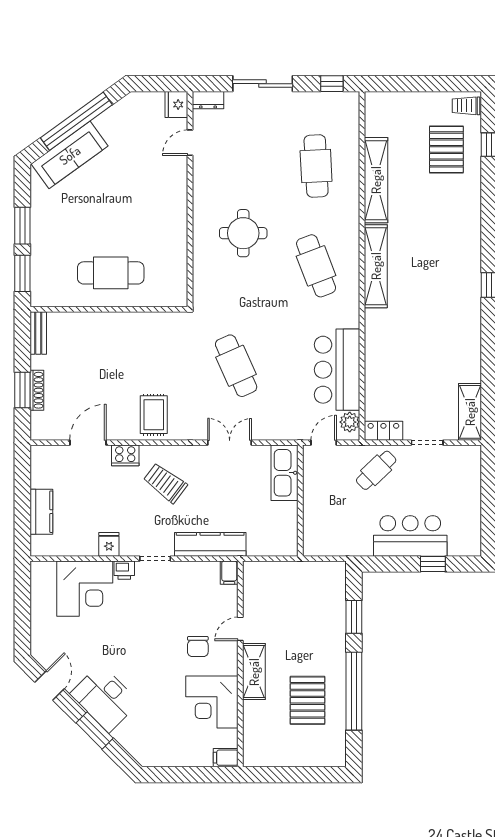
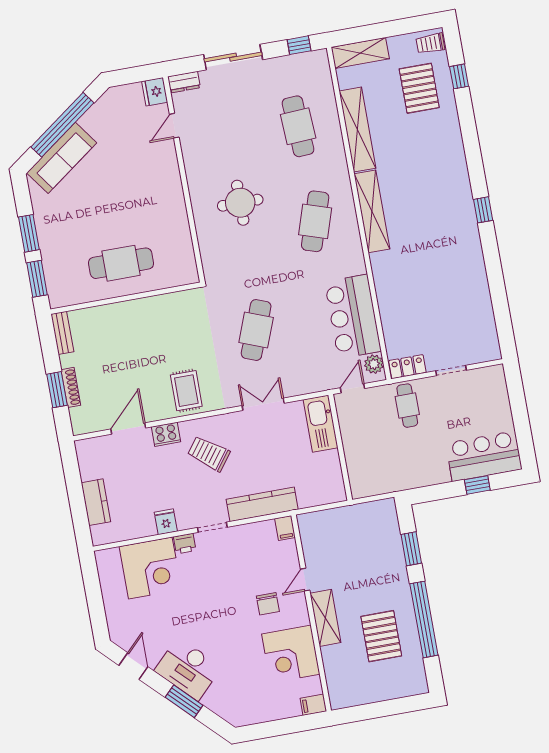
cafe table: (316, 266) -> (315, 221), turned 39
cafe table: (236, 366) -> (256, 330), turned 45
shelving: (470, 412) -> (360, 53), moved, turned 90
cafe table: (376, 470) -> (407, 406), turned -46
bar counter: (410, 536) -> (484, 456), moved

